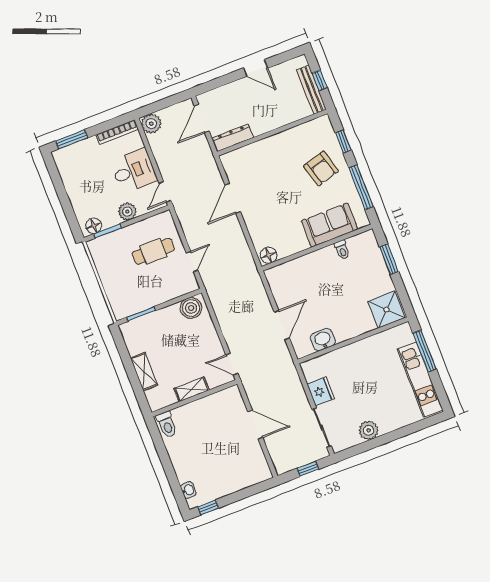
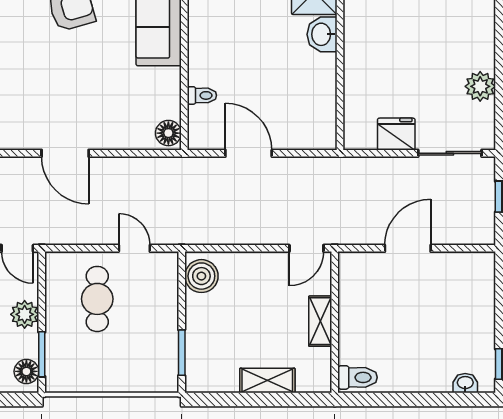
toilet: (342, 250) -> (202, 95), moved
door: (282, 325) -> (249, 153), moved
washbasin: (323, 340) -> (322, 34), moved

